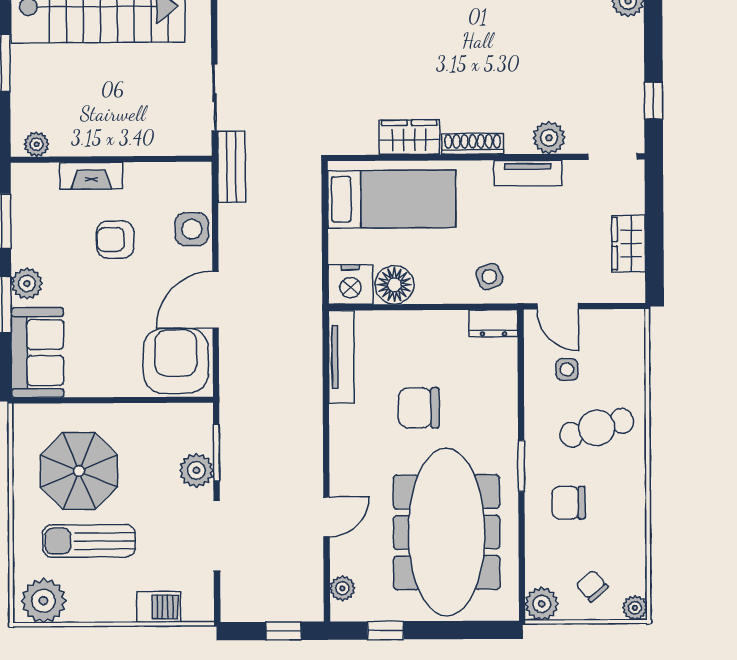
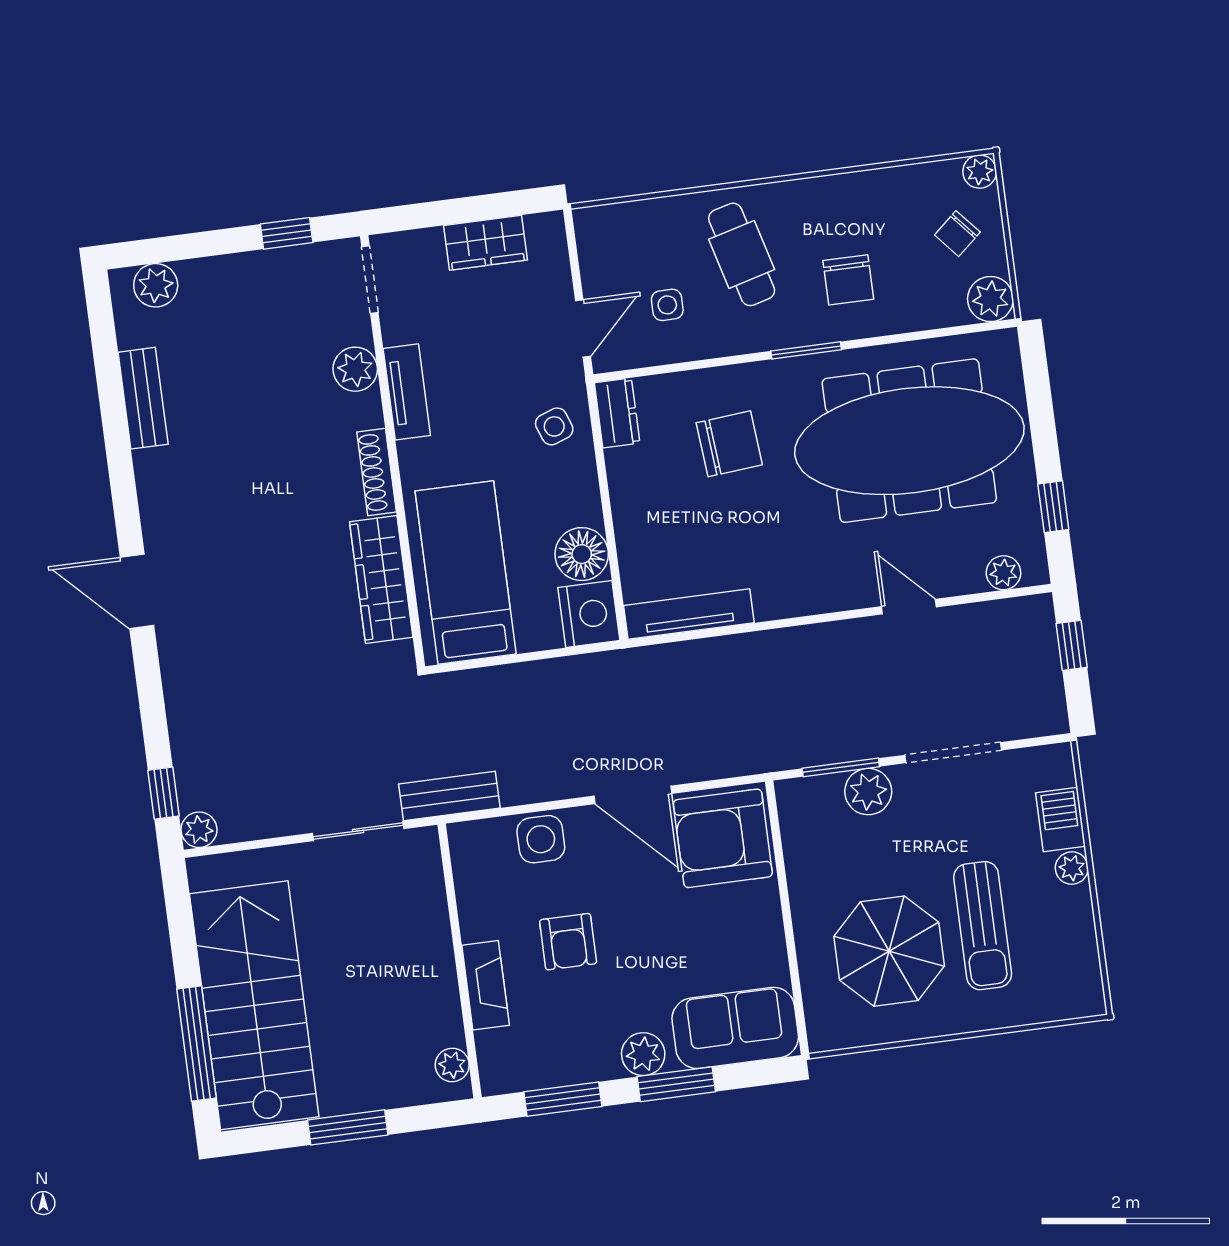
wardrobe: (409, 137) -> (381, 579), width x1.50
chair: (419, 408) -> (729, 444), moved, turned -95
plant: (43, 601) -> (1072, 868), moved, width x0.53, depth x0.53

